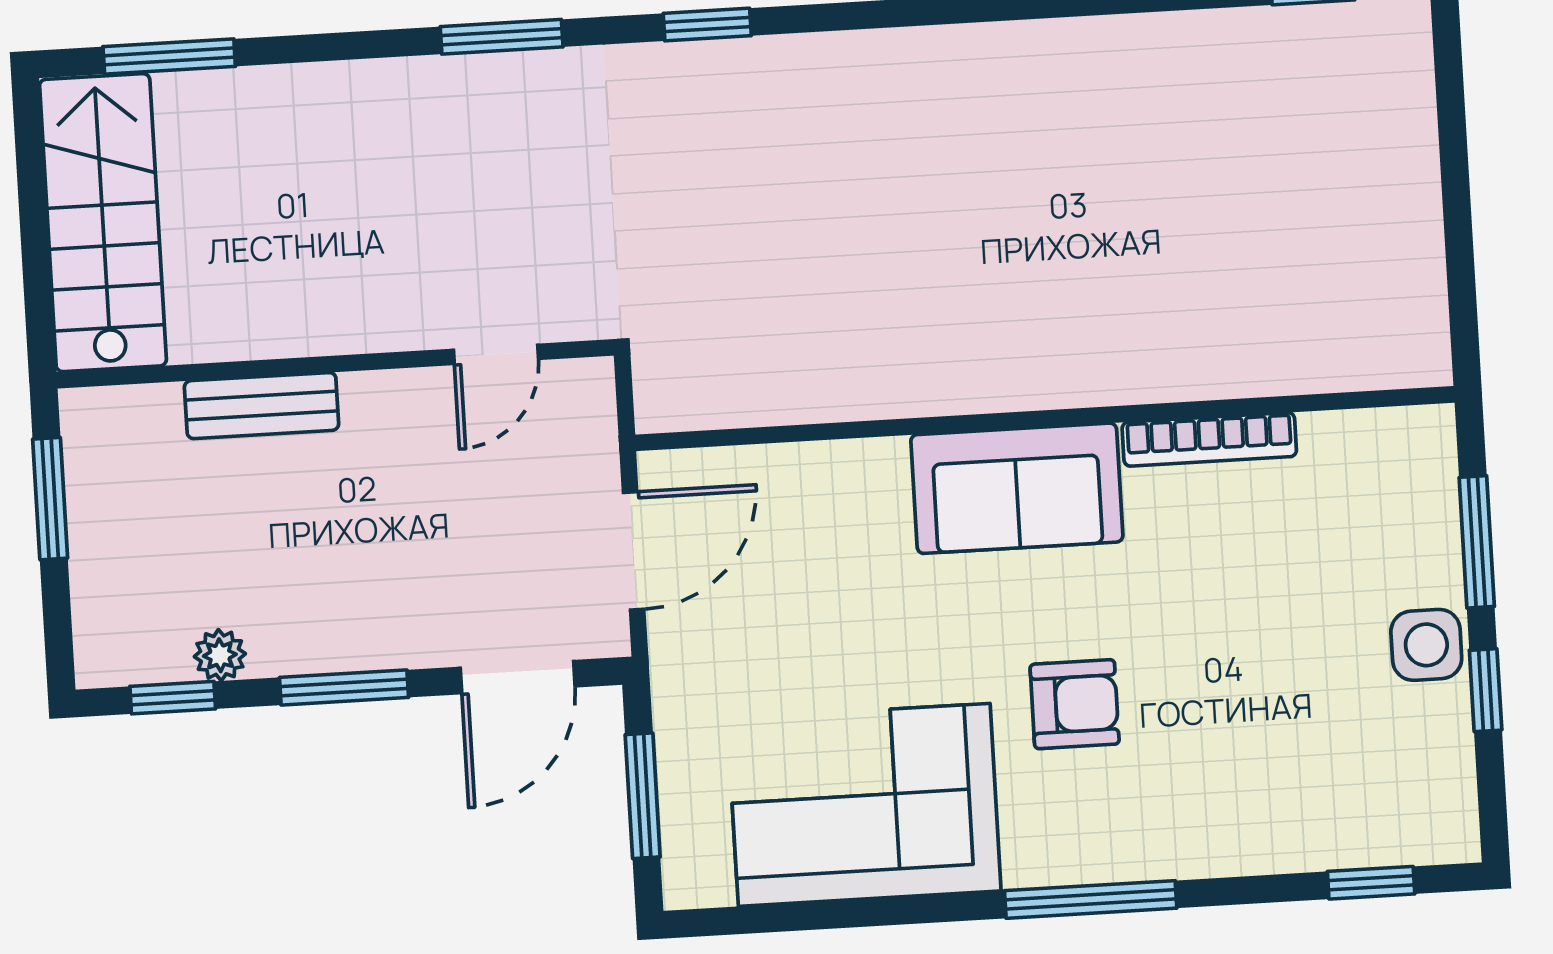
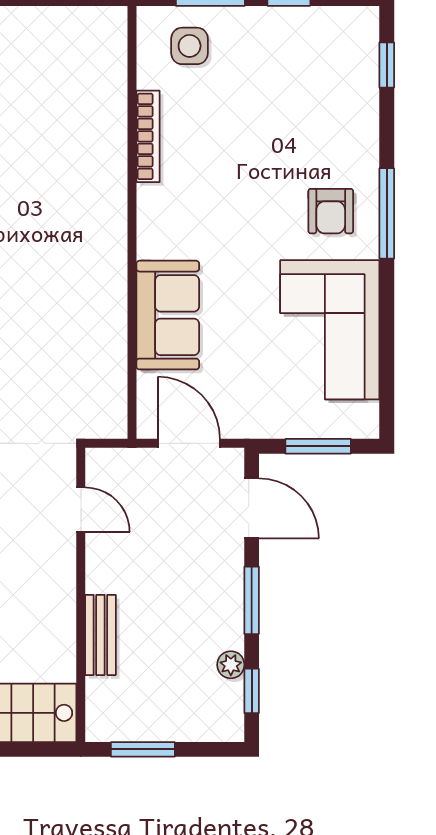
sofa: (1017, 488) -> (168, 315), moved
side table: (1426, 645) -> (190, 46), moved
armchair: (1075, 704) -> (331, 211), moved, turned 180

